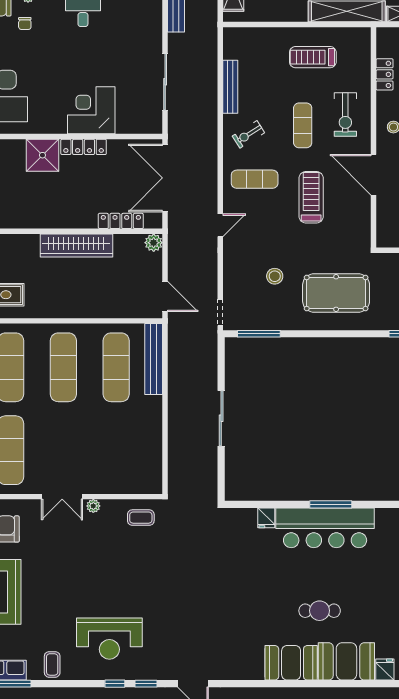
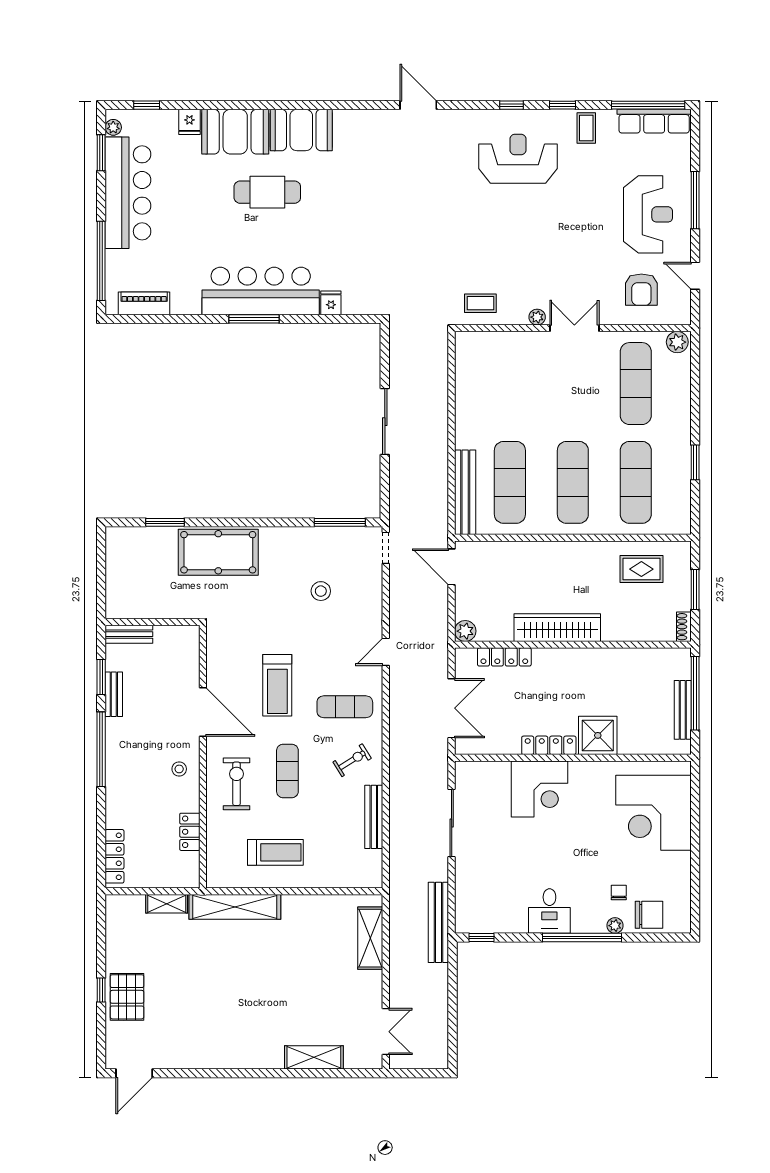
double door: (165, 178) -> (452, 708), width x0.73
pool table: (336, 293) -> (218, 552), moved
cafe table: (320, 611) -> (267, 192), width x1.37, depth x1.35
window: (146, 684) -> (563, 105), moved

